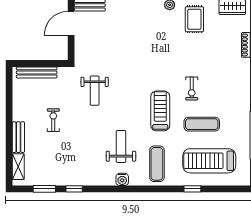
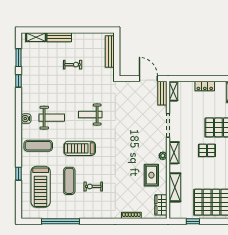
rug: (194, 19) -> (151, 175), turned 90
exercise bike: (192, 89) -> (93, 186), moved
weight bench: (95, 91) -> (90, 115), moved
treadmill: (160, 111) -> (80, 148), turned 180
treadmill: (209, 161) -> (41, 187), turned 180

